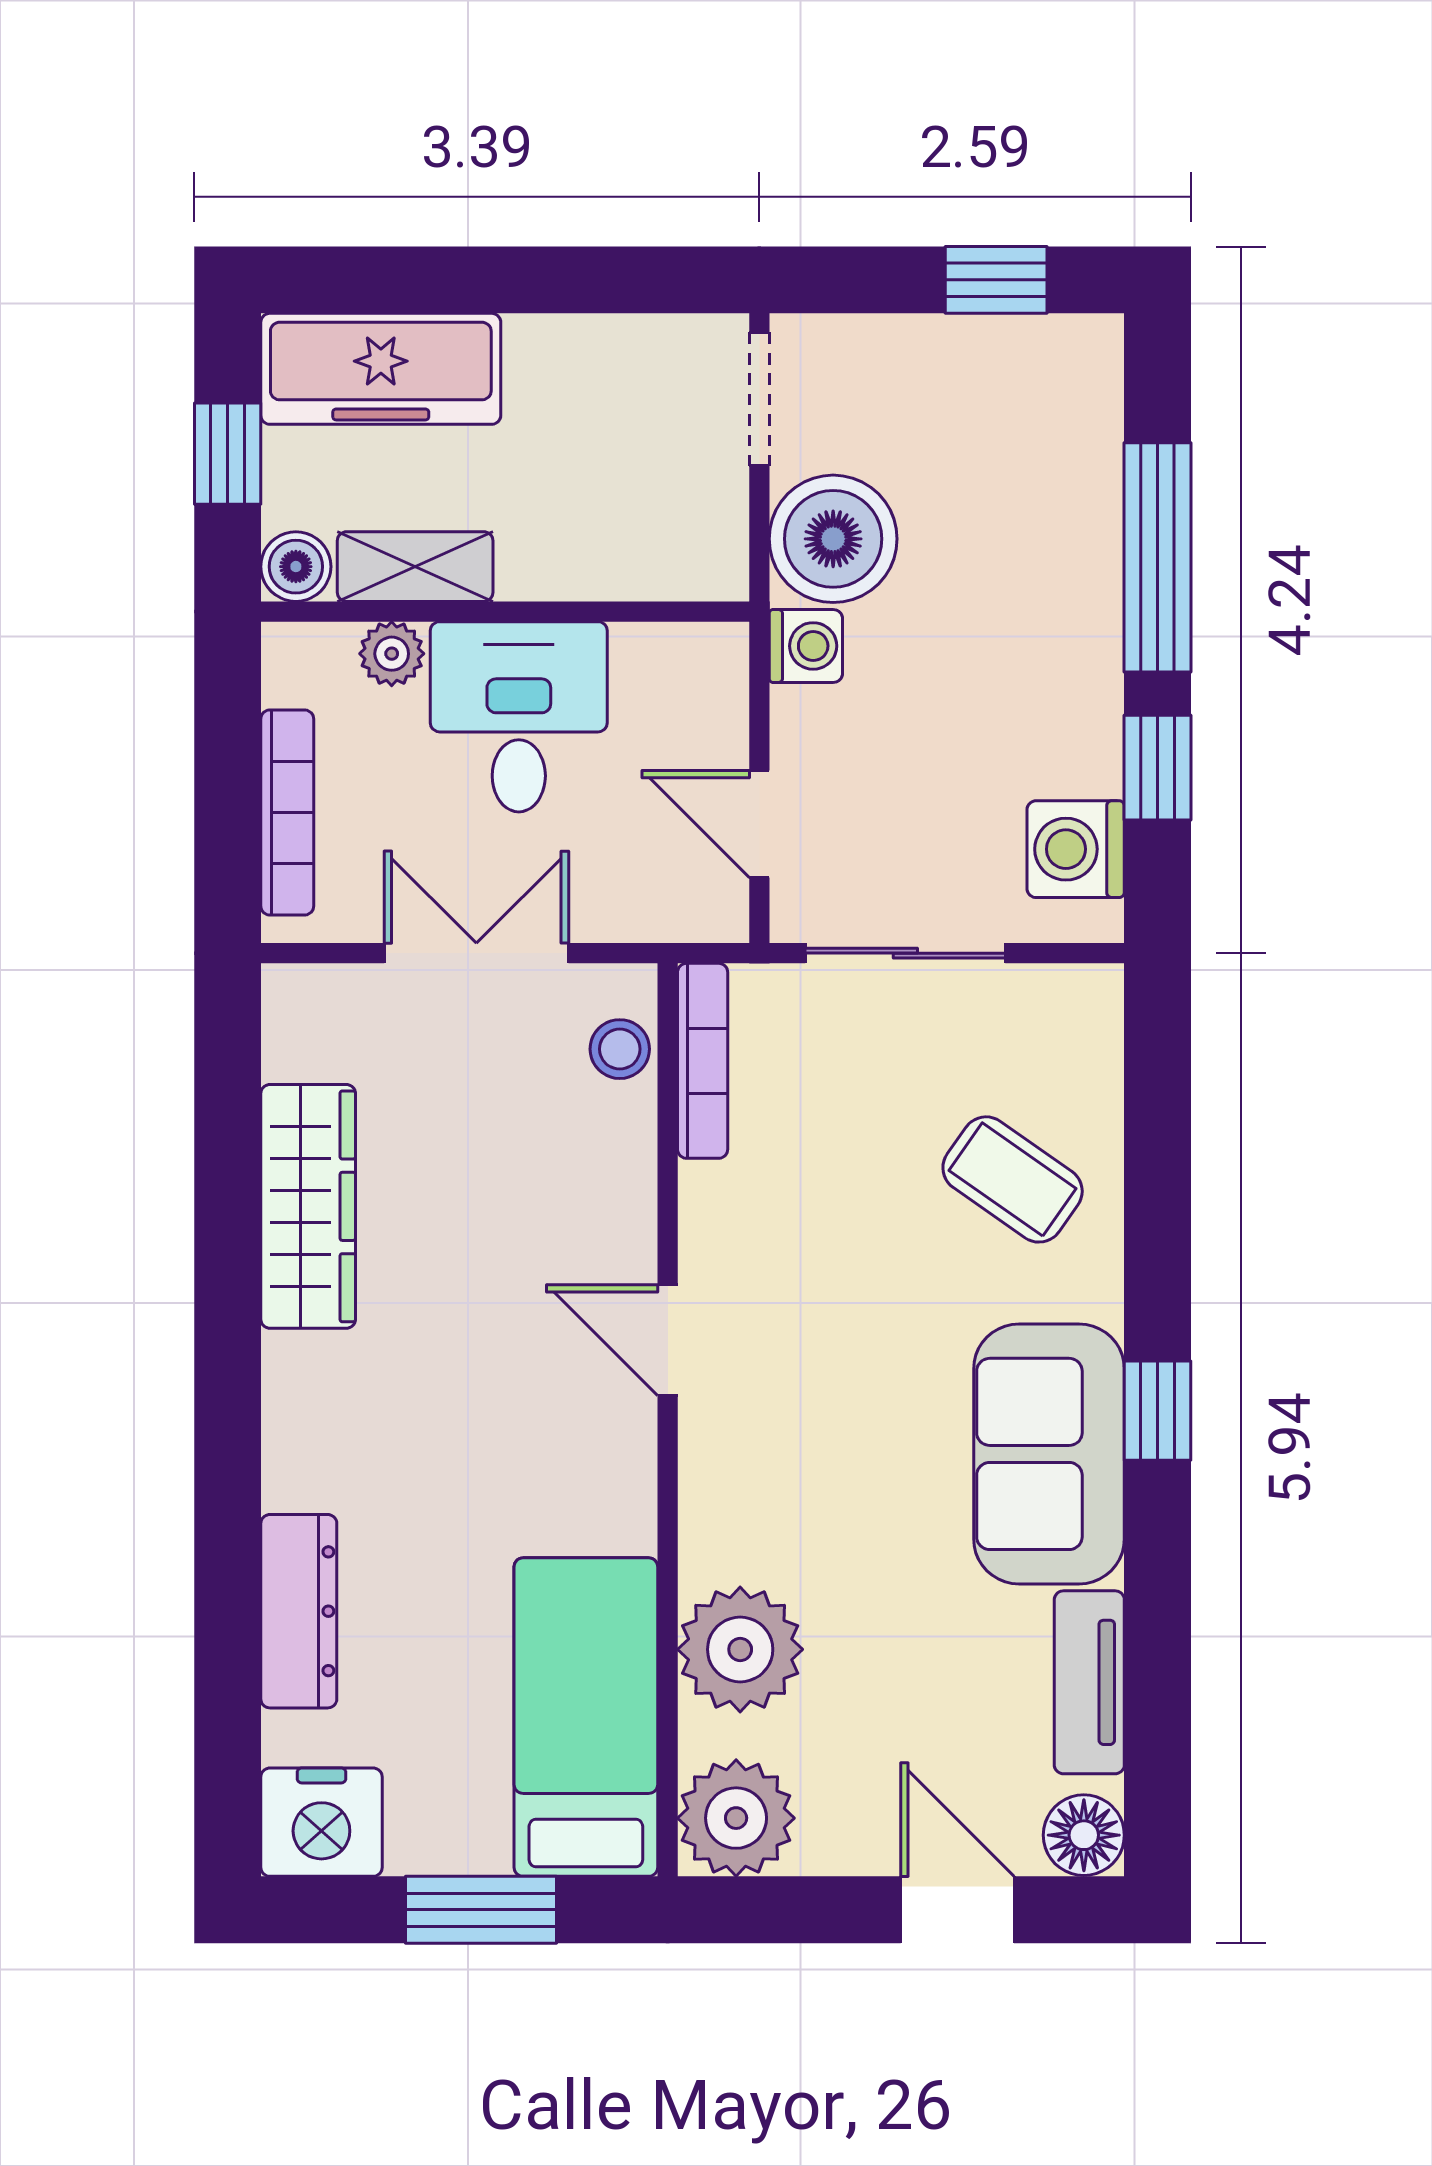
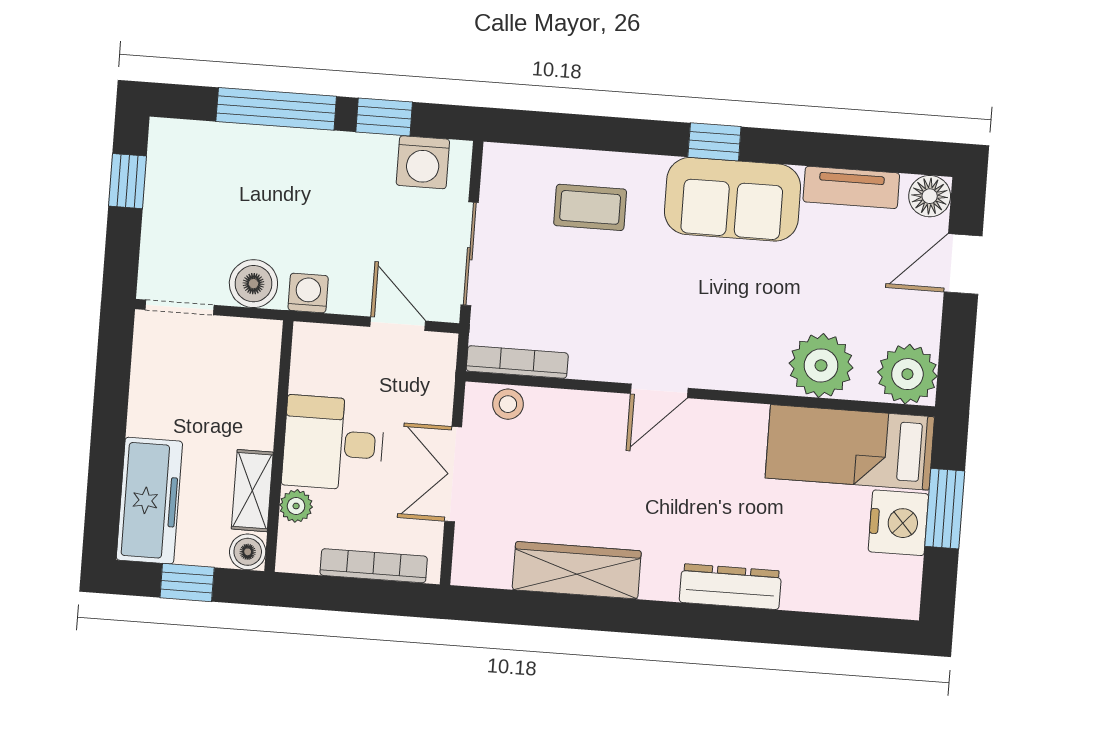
boiler: (833, 539) -> (253, 284), width x0.73, depth x0.73
door: (759, 824) -> (398, 324), swing flipped
coffee table: (1013, 1179) -> (590, 207), turned 55
dresser: (299, 1611) -> (730, 587), moved
nightstand: (321, 1822) -> (898, 523), moved

